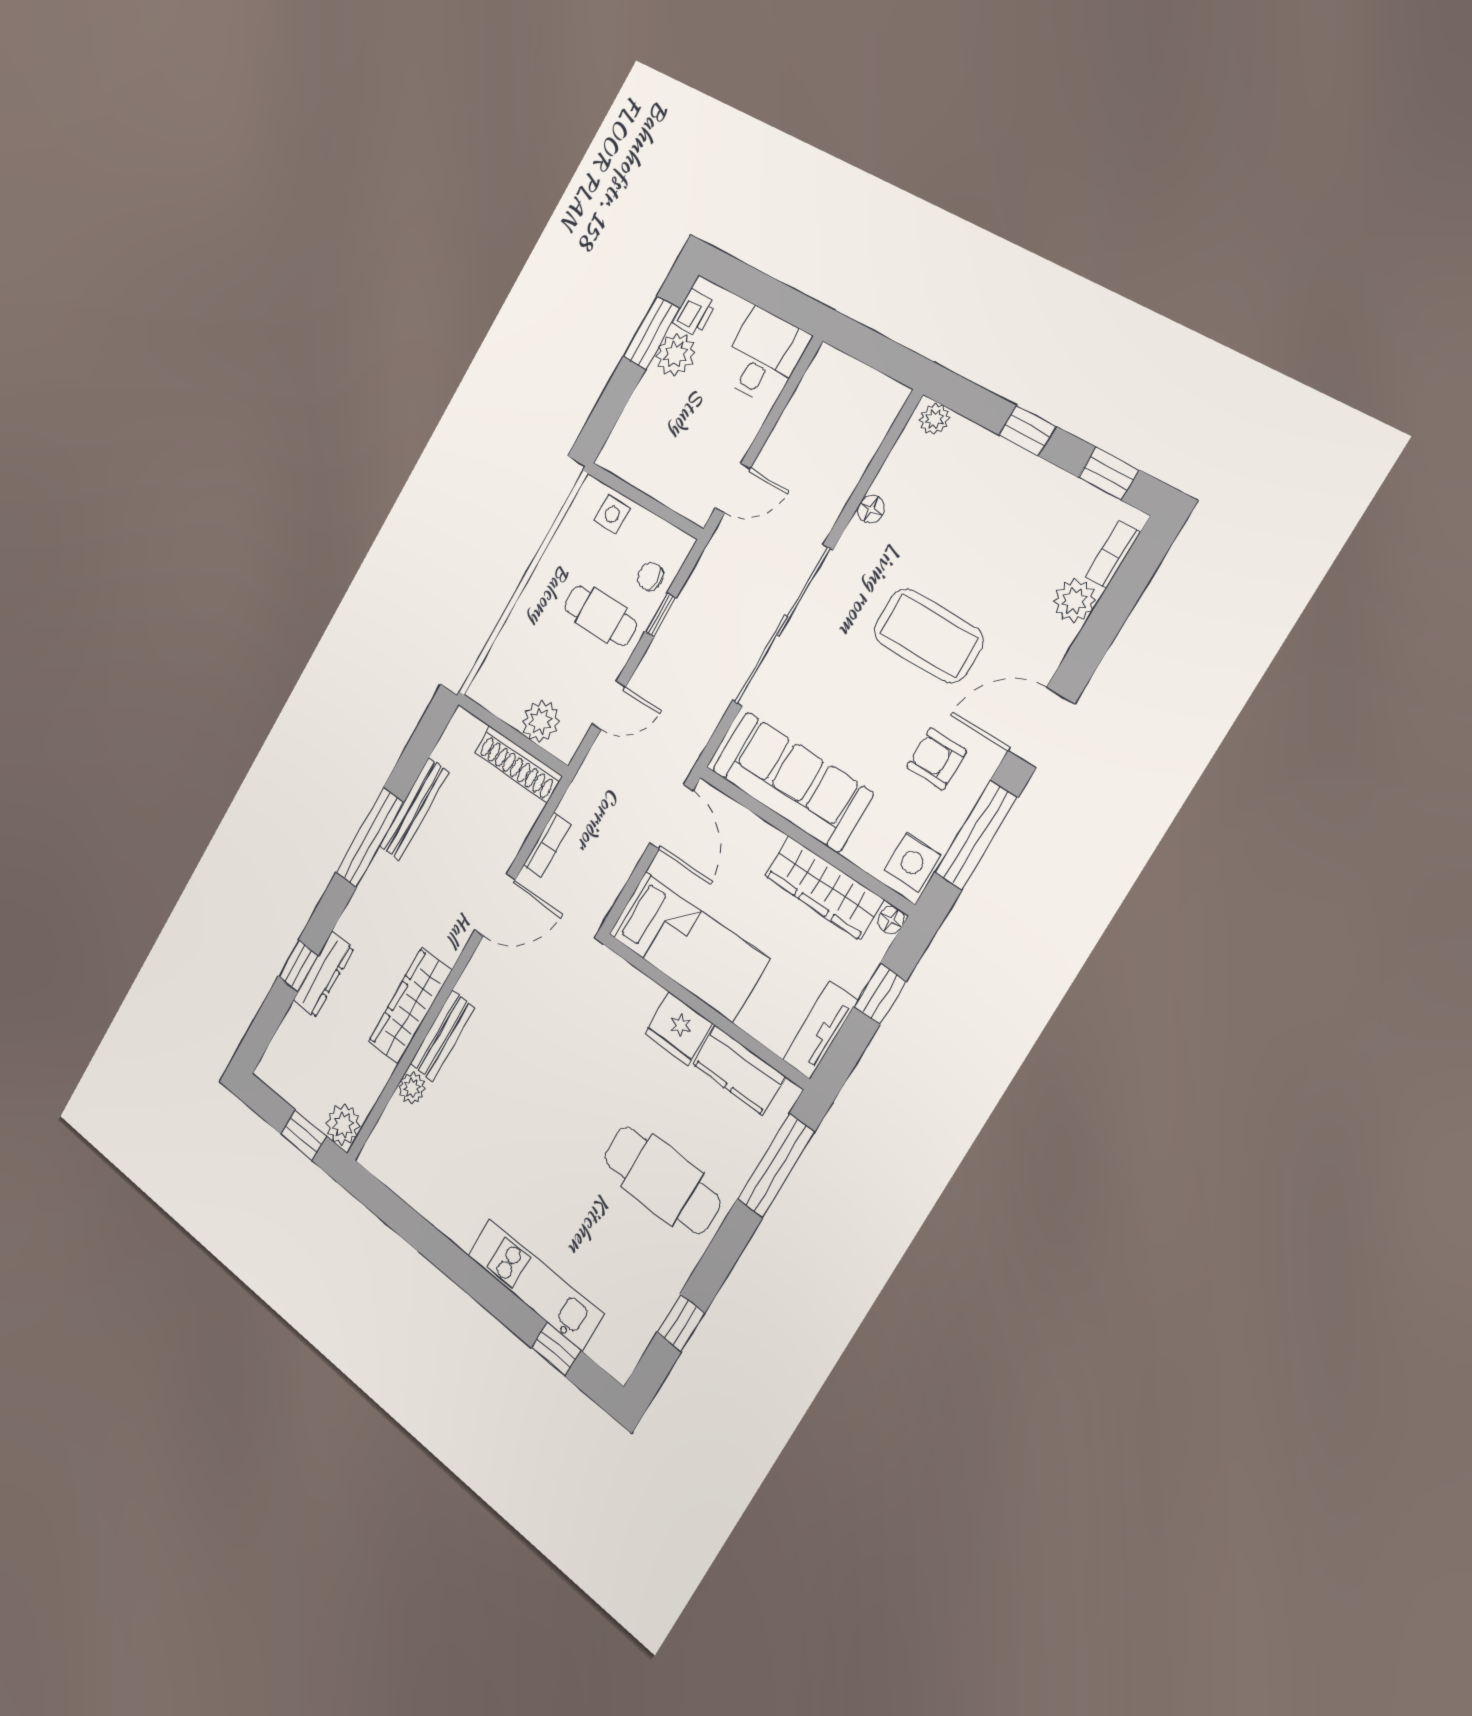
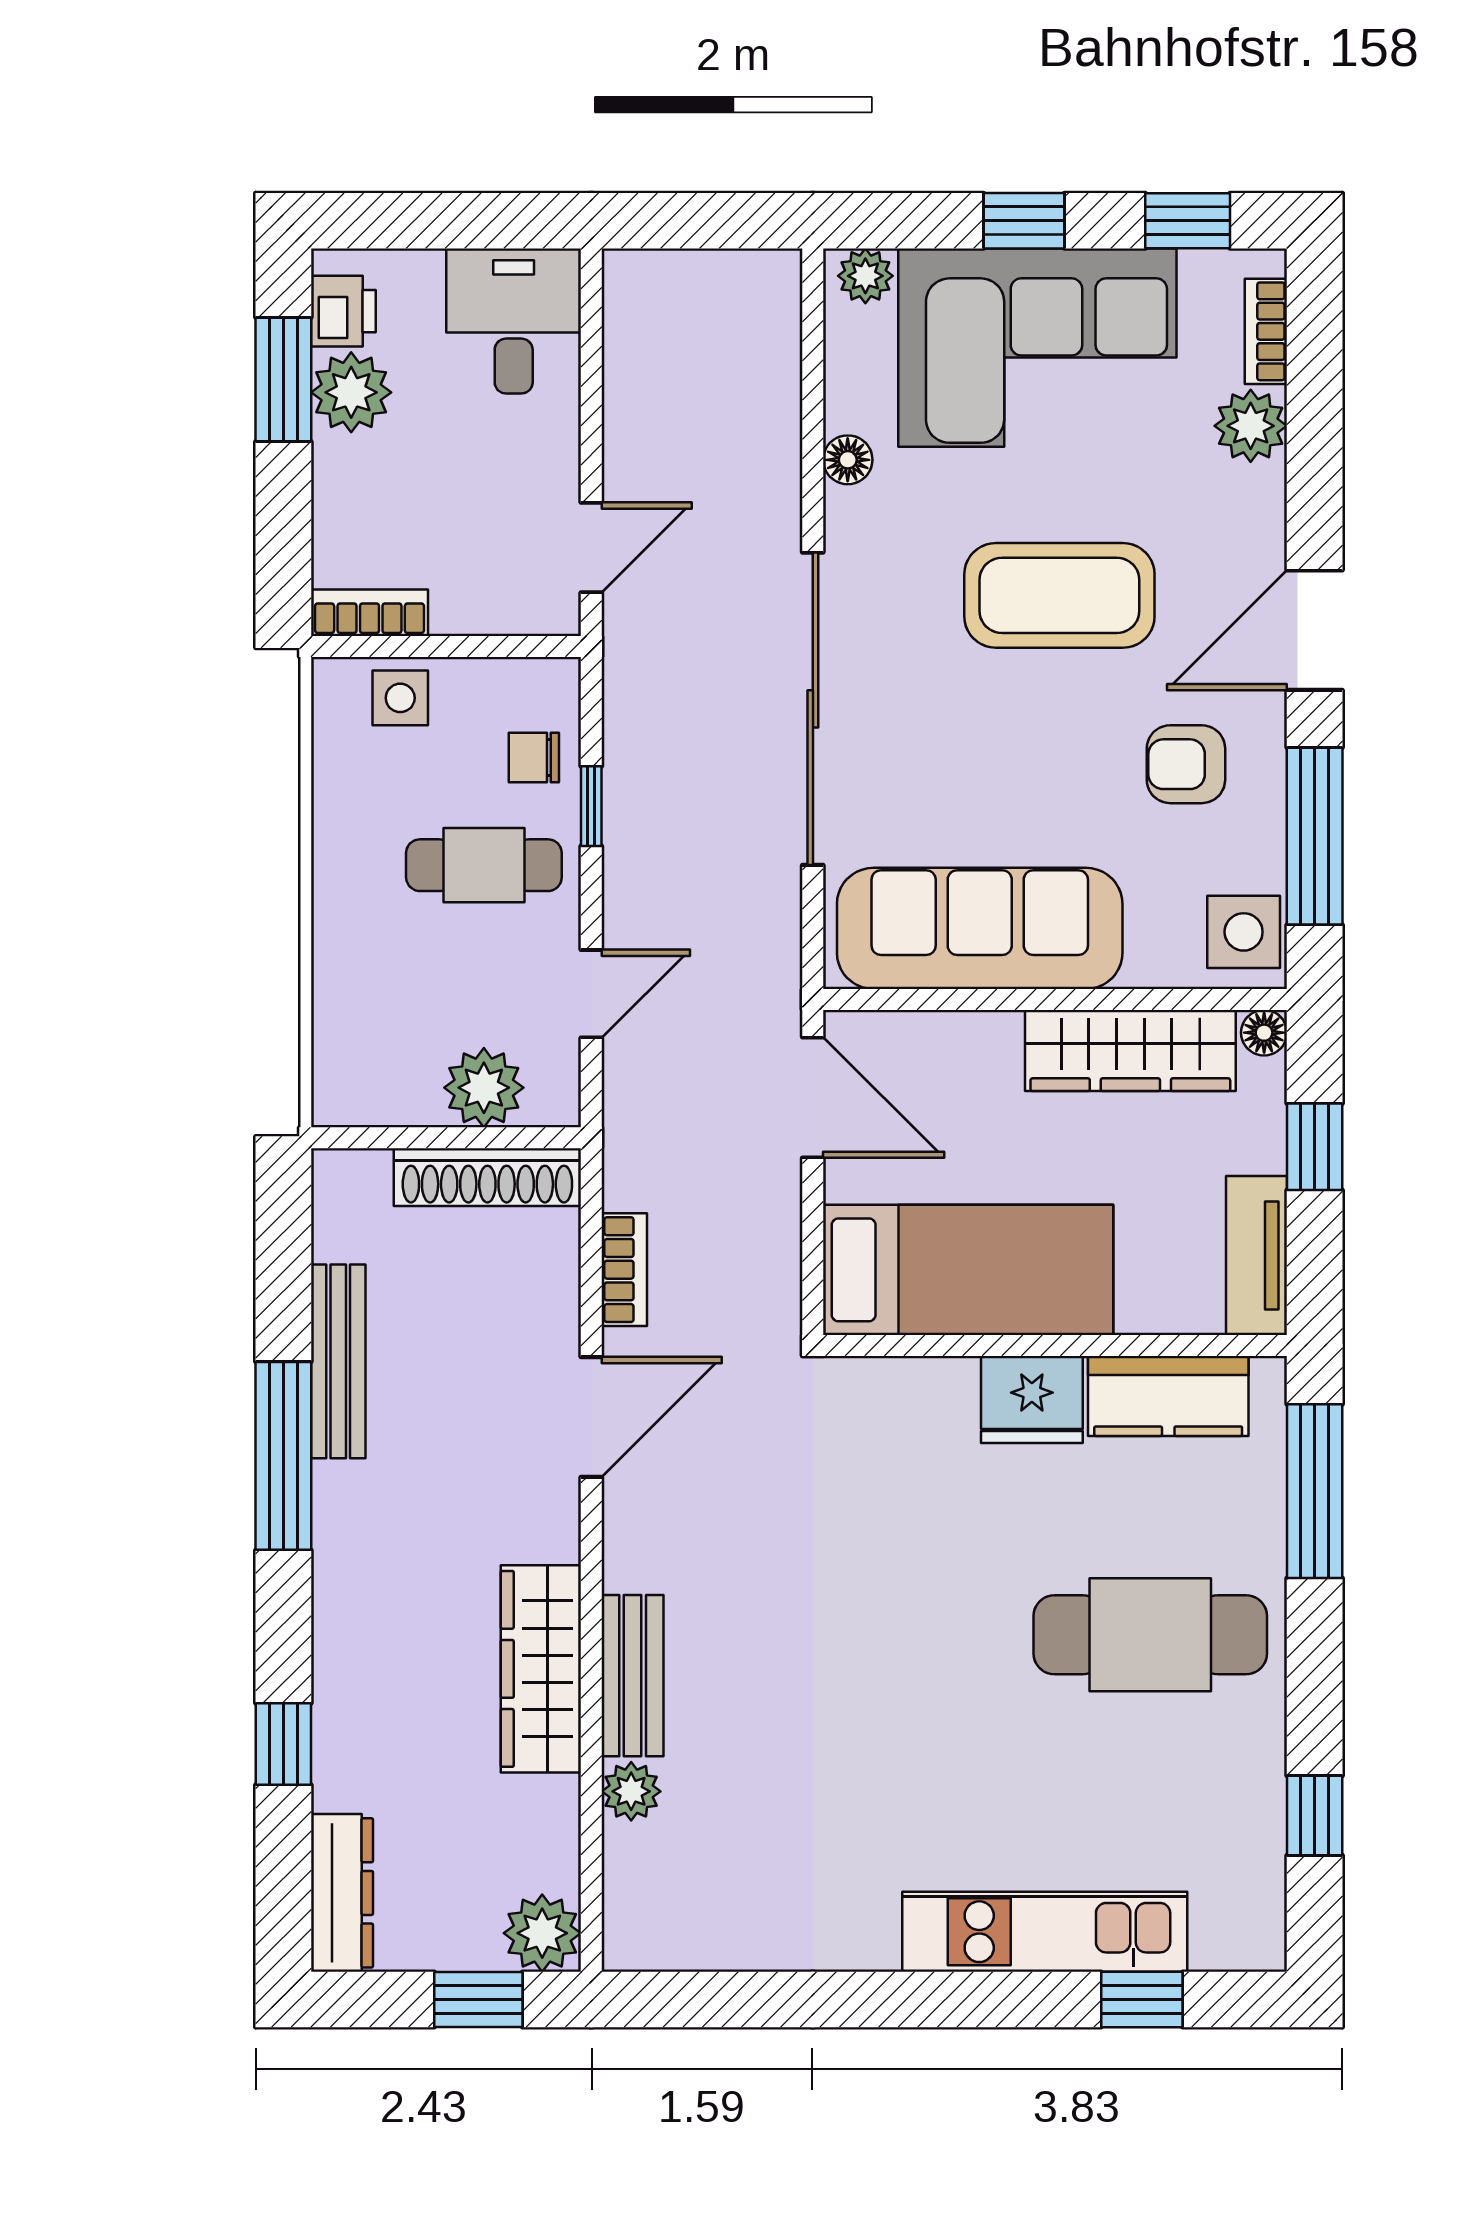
bookcase: (623, 466) -> (369, 613), added
corner sofa: (994, 501) -> (1037, 348), added
dresser: (323, 974) -> (342, 1893), moved

